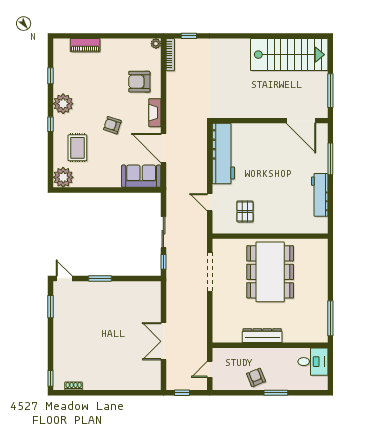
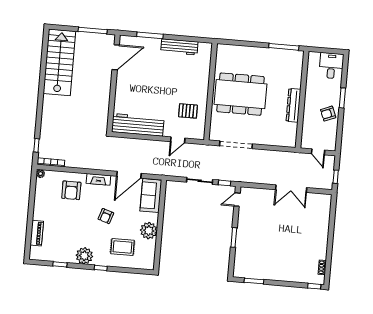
plant: (63, 177) -> (149, 231), moved
door: (64, 278) -> (237, 200), moved
desk: (313, 362) -> (331, 66), moved

